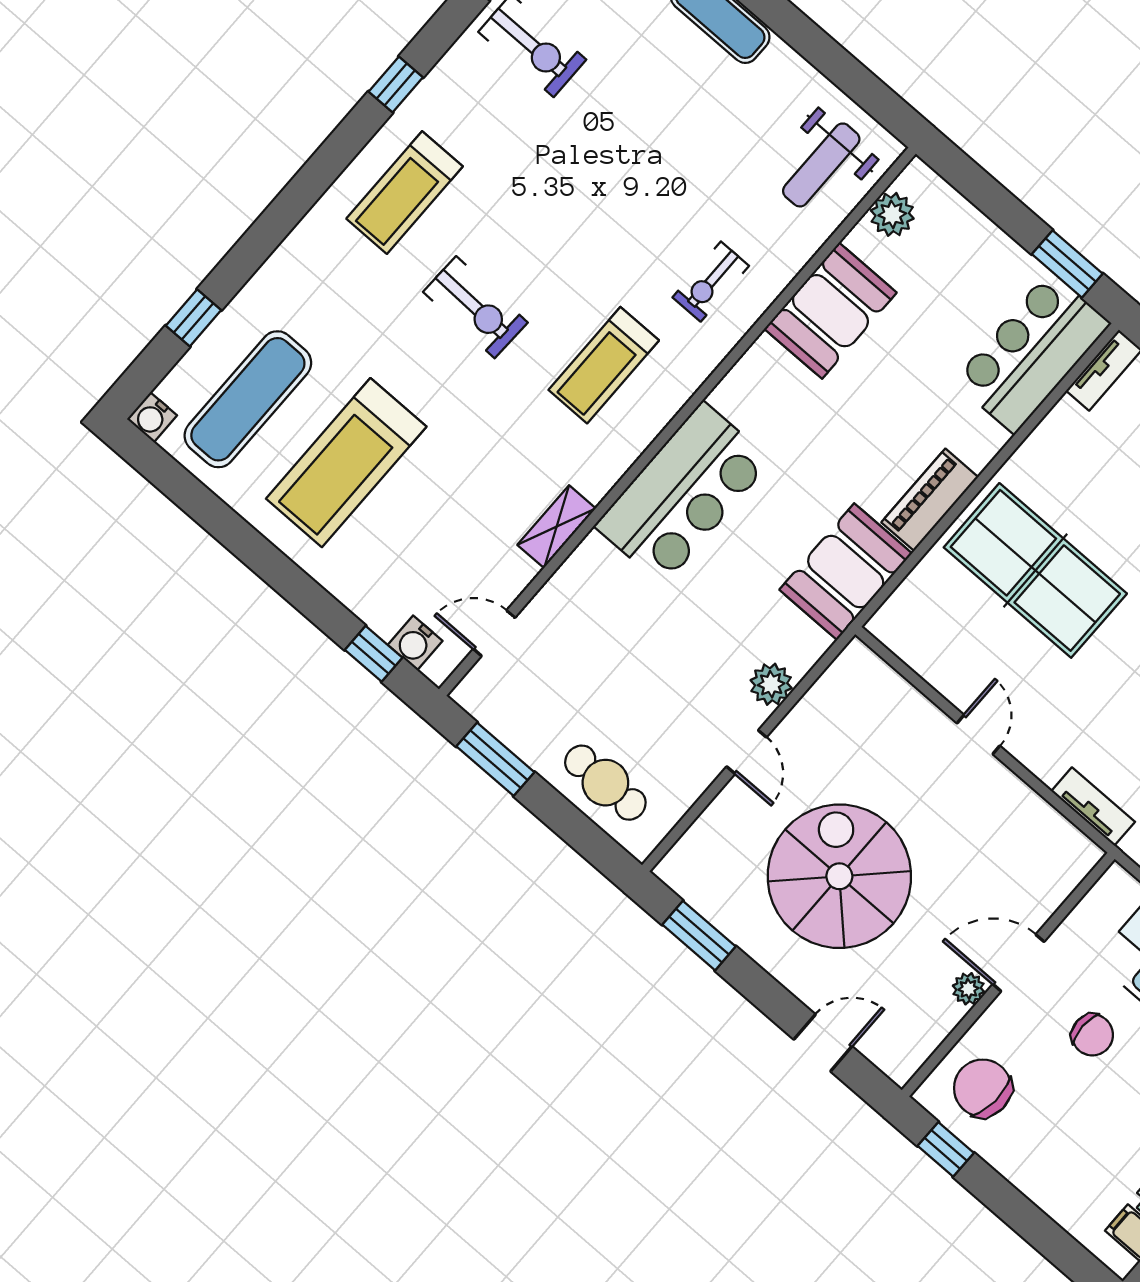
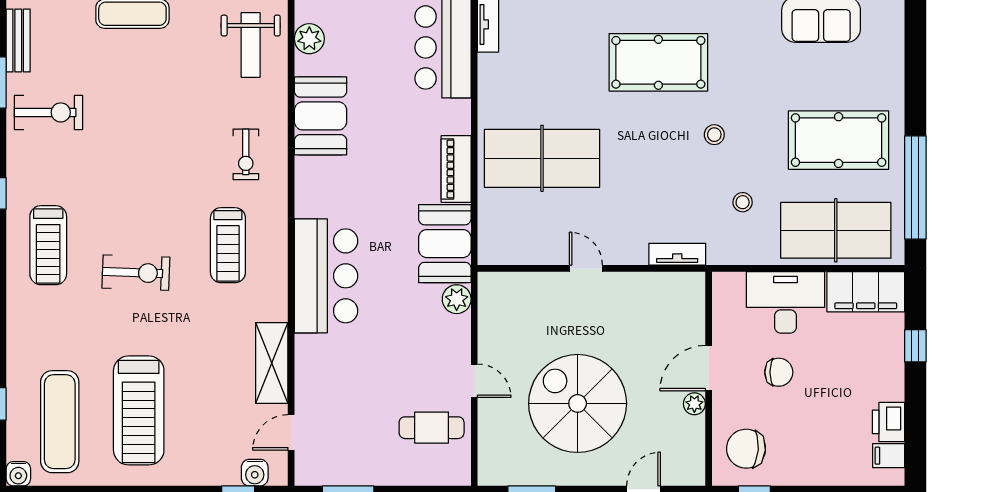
shelving: (557, 527) -> (272, 363), width x1.50, depth x1.33
plant: (771, 684) -> (457, 299), moved
cafe table: (605, 783) -> (432, 428), moved

